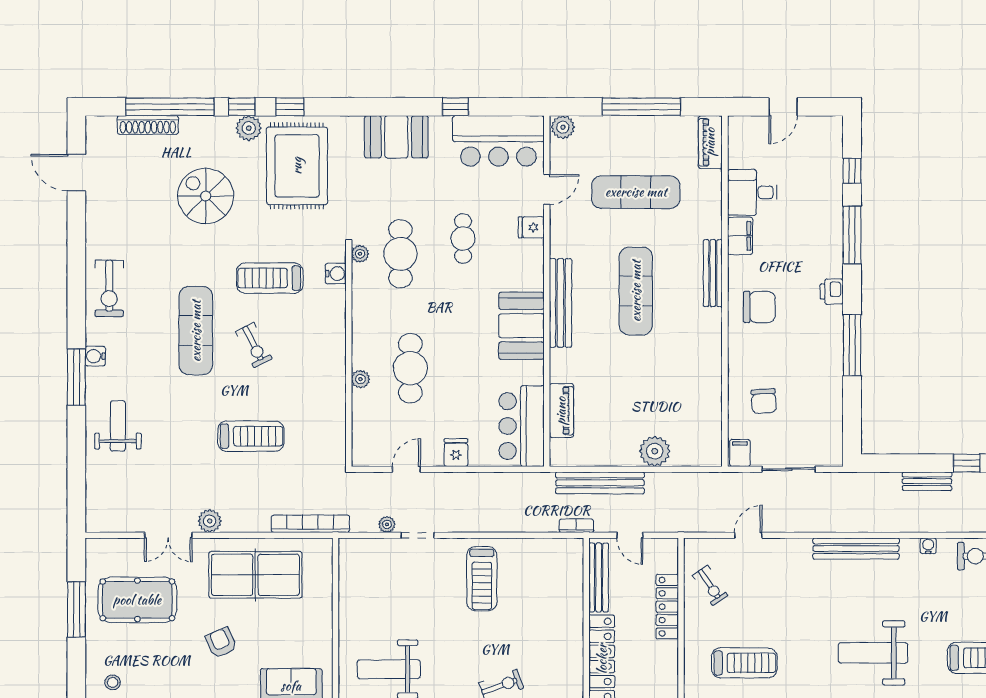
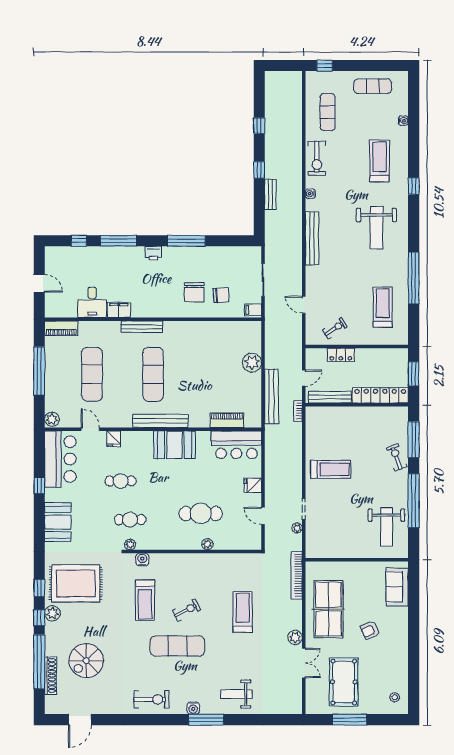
spiral stairs: (206, 196) -> (86, 661), moved
cafe table: (400, 254) -> (130, 520), width x0.73, depth x0.74
exercise mat: (636, 291) -> (153, 374), turned 90
chair: (759, 307) -> (194, 292), moved, turned 180
locker: (667, 607) -> (341, 355), width x0.66

